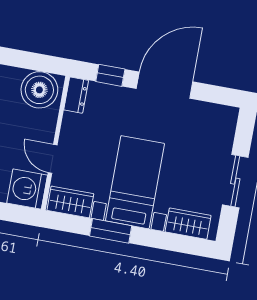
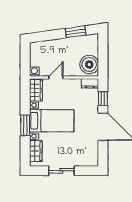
washing machine: (27, 189) -> (34, 72), width x0.53, depth x0.53
window: (111, 231) -> (25, 125), moved

